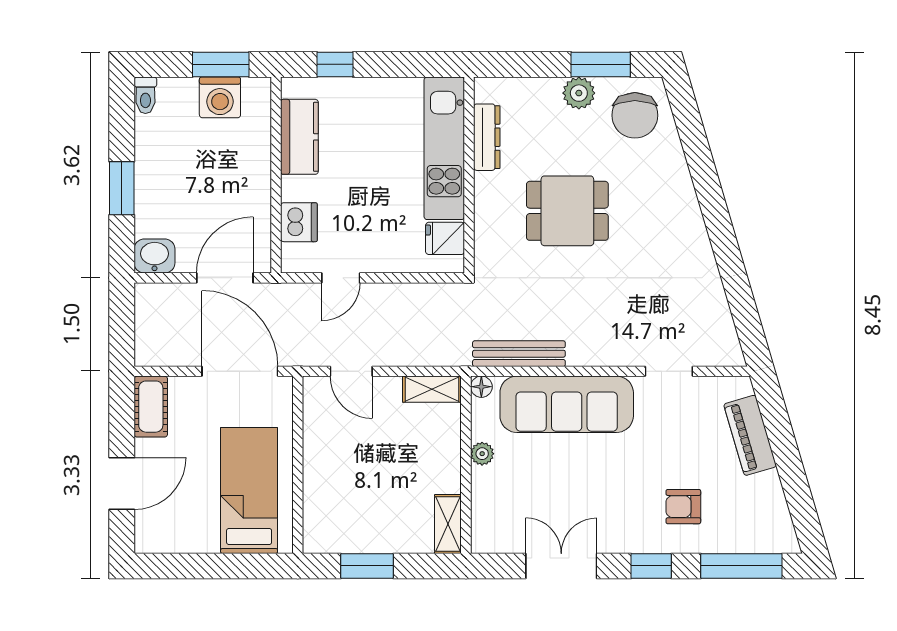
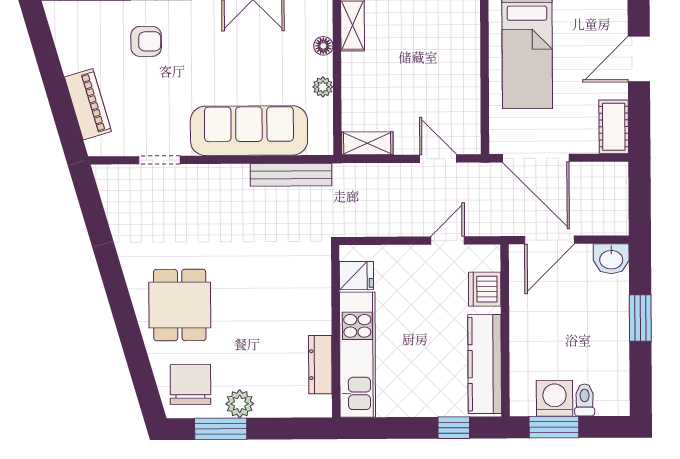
toilet: (145, 95) -> (585, 400), moved
kitchen counter: (299, 137) -> (485, 364), width x1.50
dining table: (567, 211) -> (180, 305), moved, turned 90
floor lamp: (481, 387) -> (323, 46), moved

